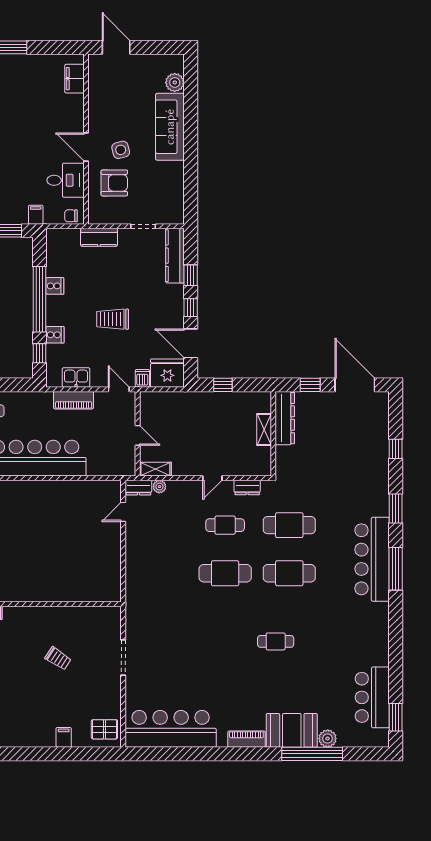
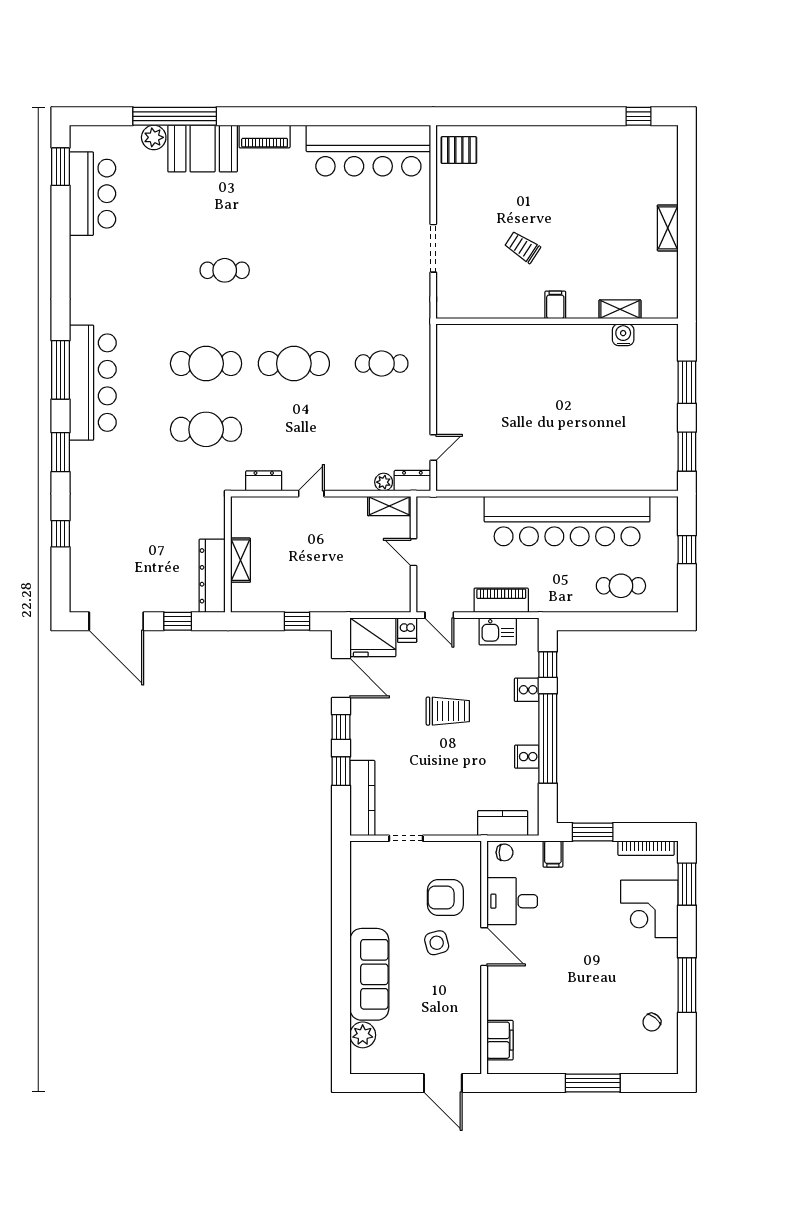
kitchen counter: (99, 237) -> (503, 823), moved
cafe table: (225, 525) -> (382, 364), moved
filing cabinet: (64, 737) -> (555, 305), moved, turned 180

